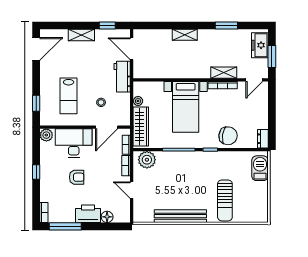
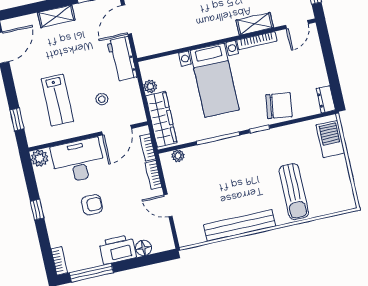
door: (132, 49) -> (126, 20), hinge flipped
plant: (147, 160) -> (178, 156), width x0.53, depth x0.53

